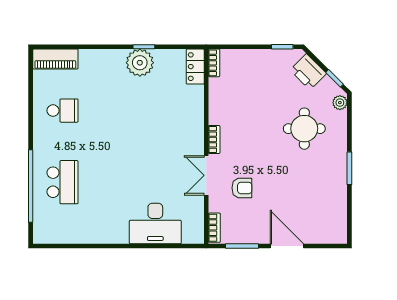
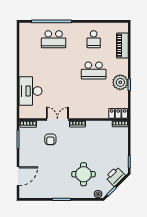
piano: (55, 59) -> (122, 46), moved
school desk: (118, 111) -> (94, 70), added
door: (287, 246) -> (18, 176), moved

